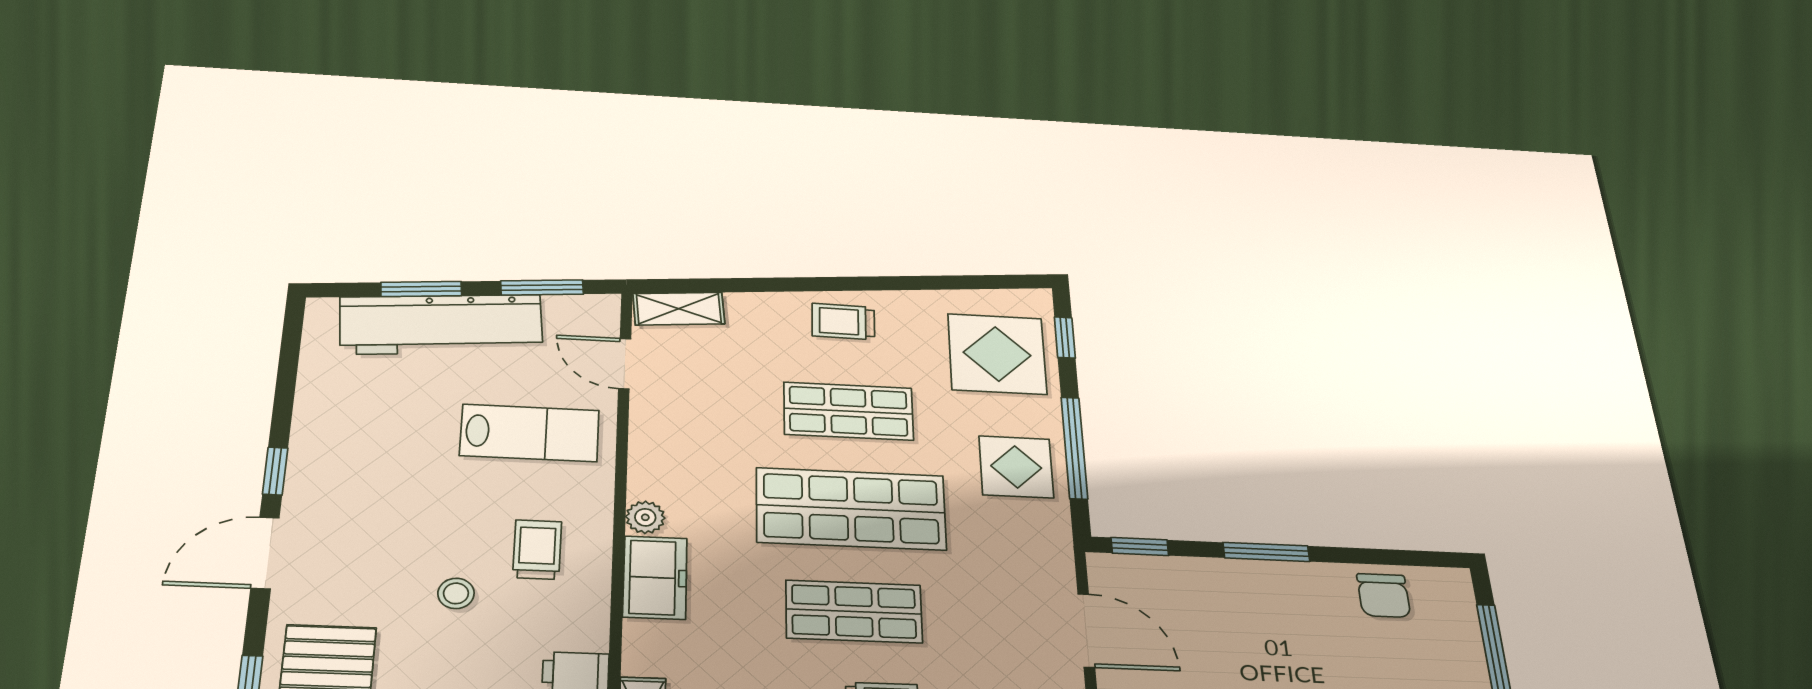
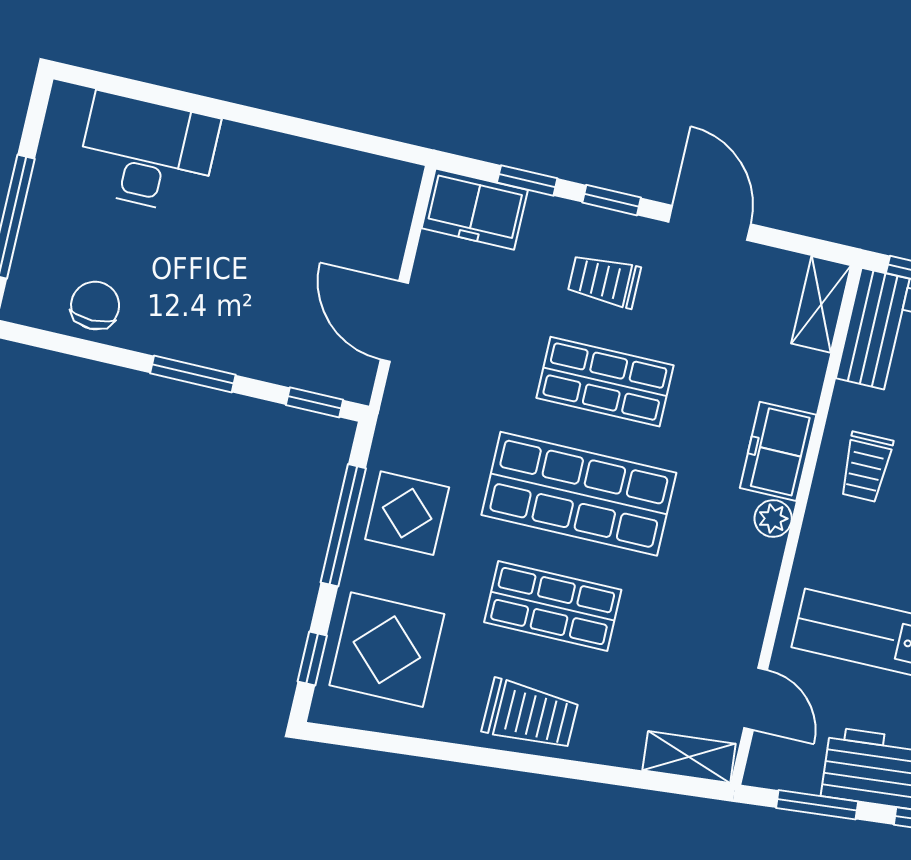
trolley: (843, 321) -> (530, 715), width x1.36, depth x1.39
trolley: (537, 550) -> (866, 467), moved

